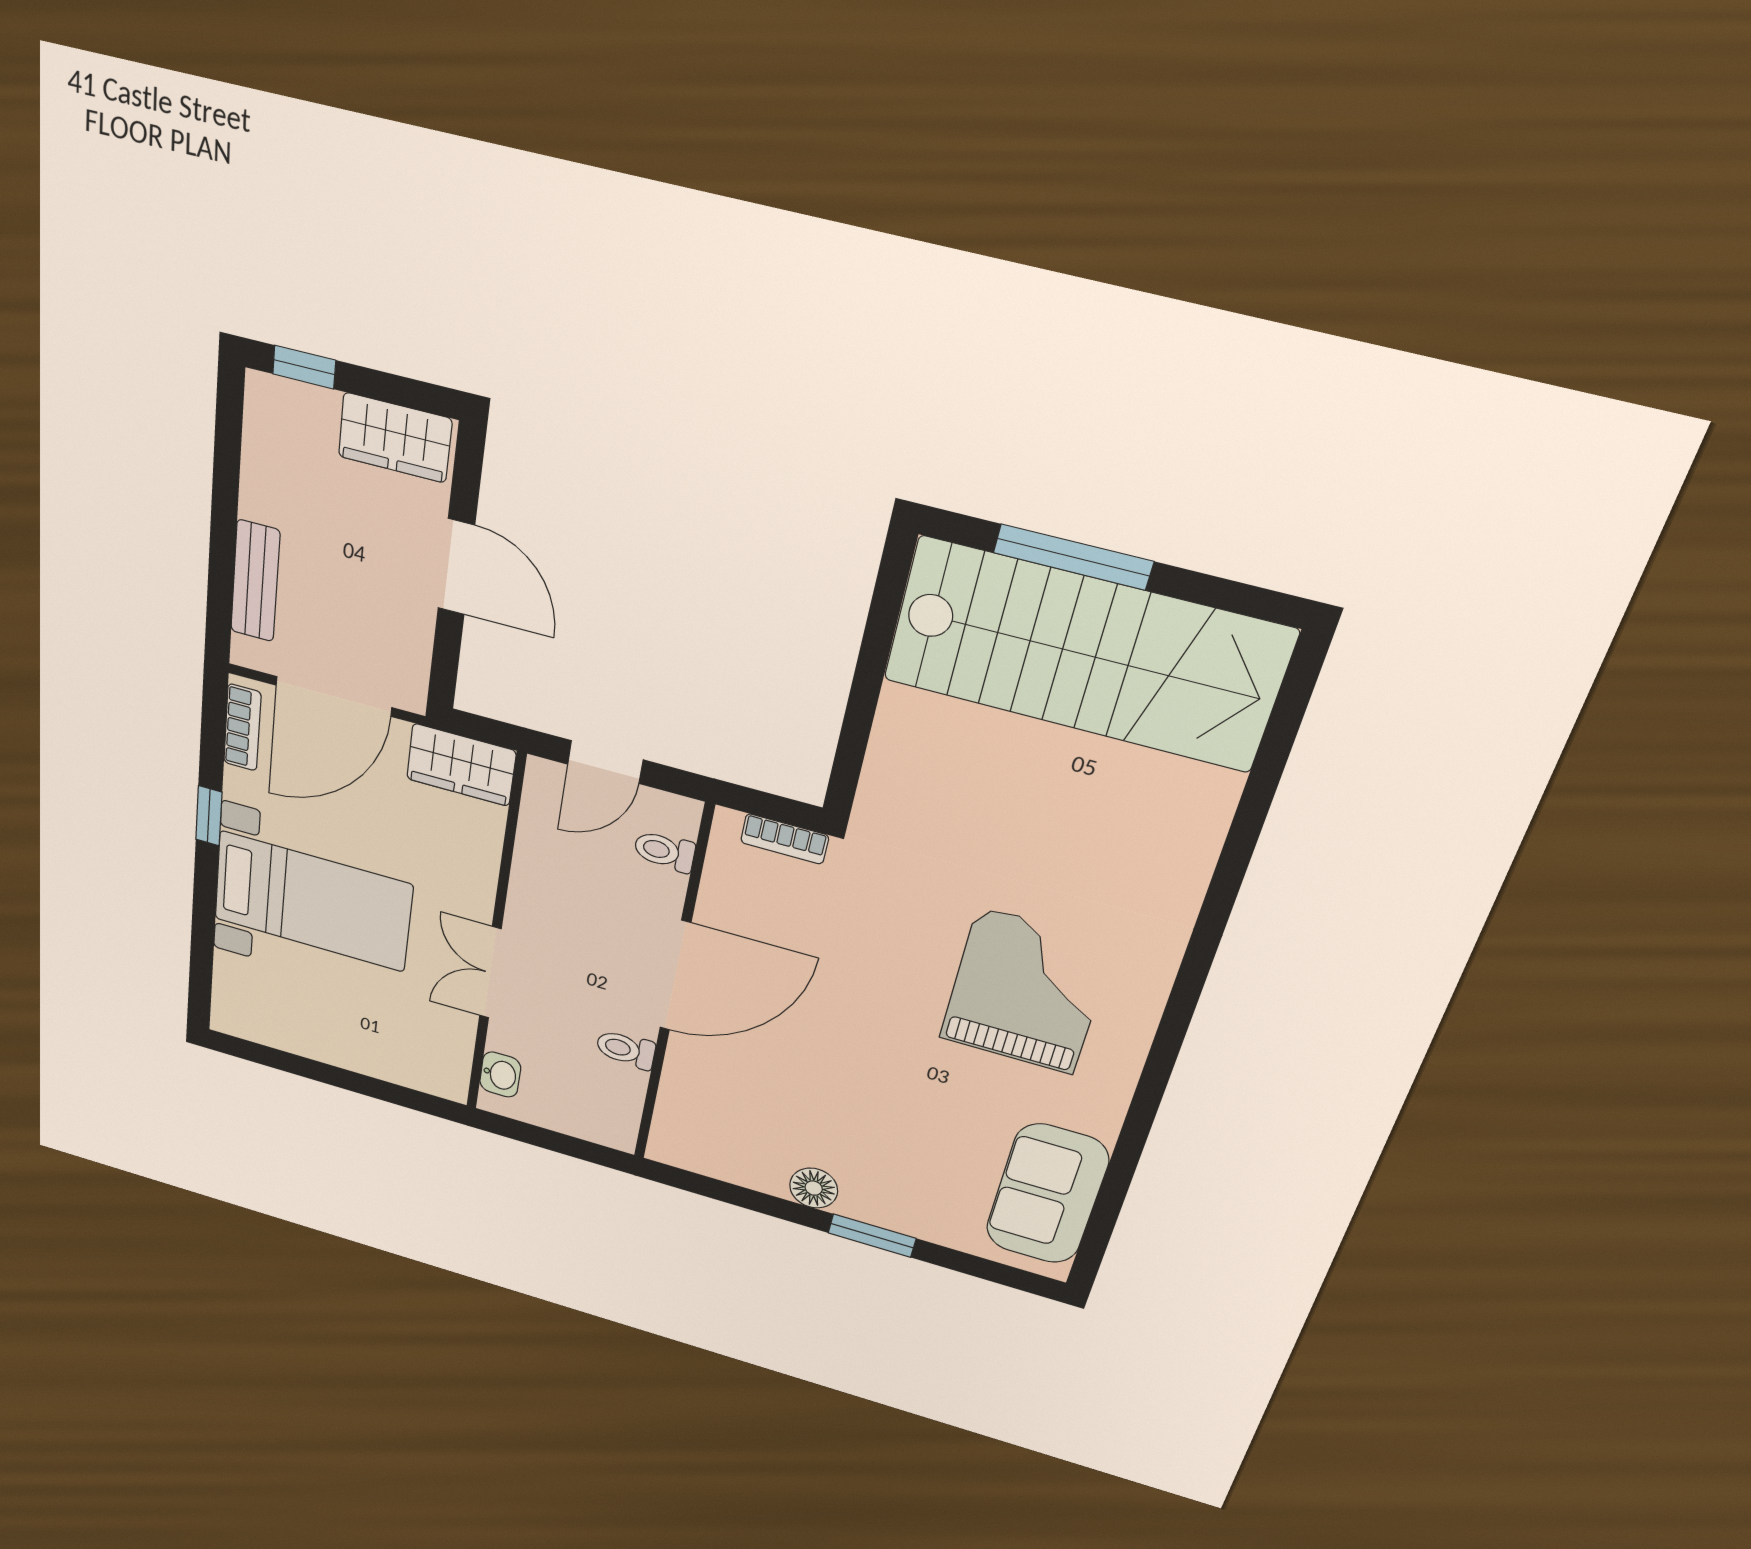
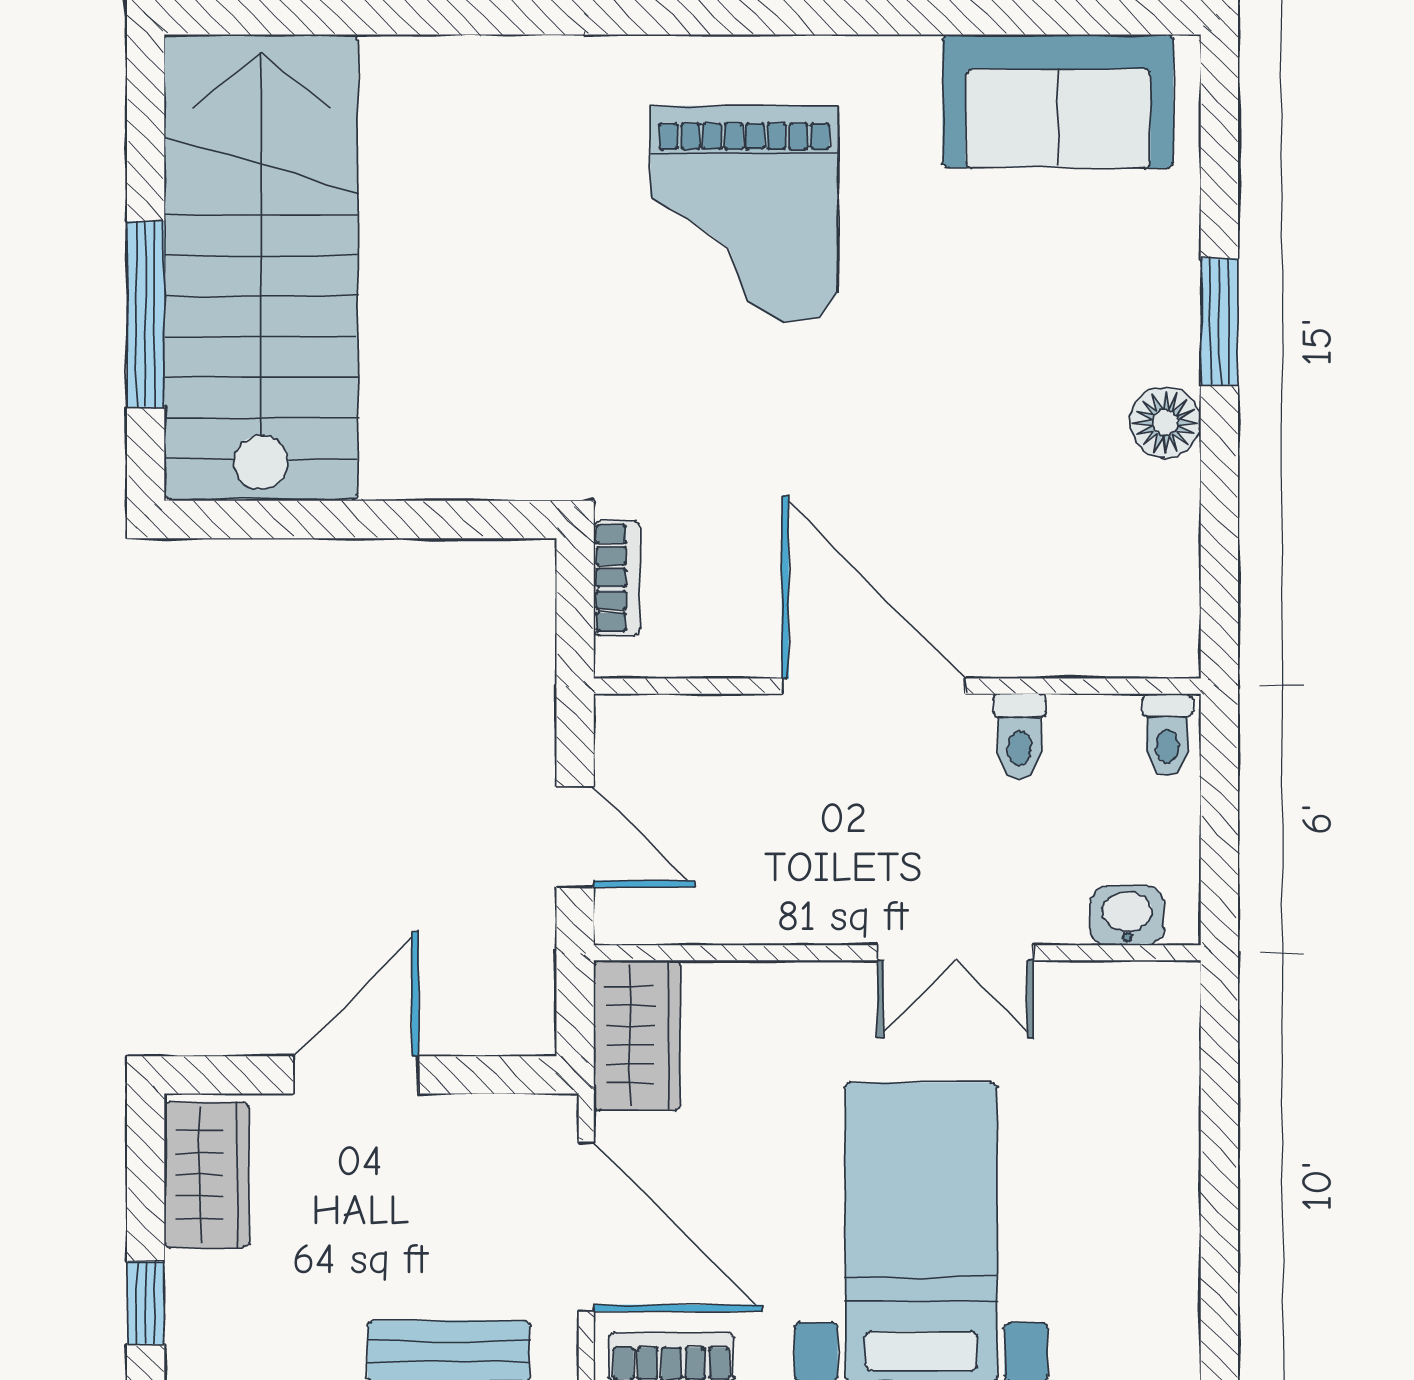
toilet: (664, 851) -> (1167, 735), moved
grand piano: (1026, 991) -> (744, 214), turned -90

